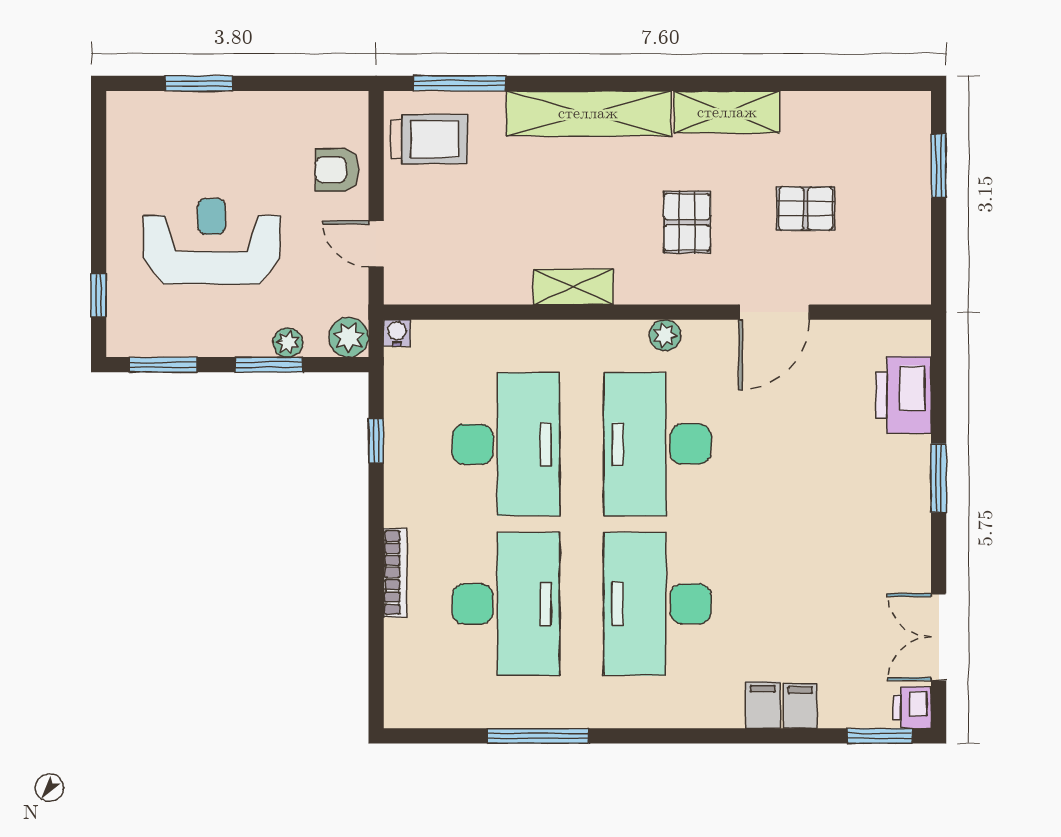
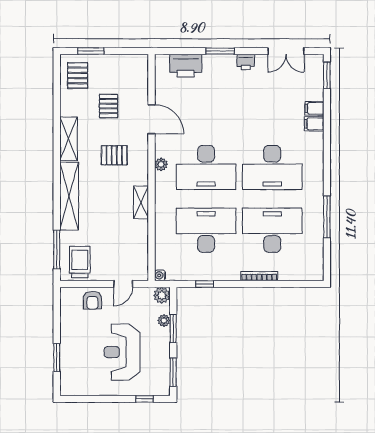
pallet: (880, 134) -> (78, 75), added
printer: (912, 708) -> (246, 62), moved

